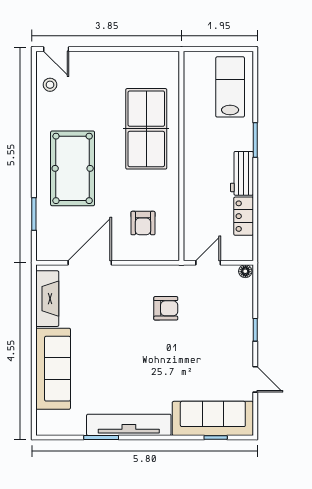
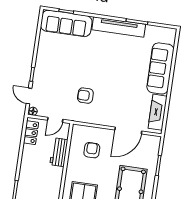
workbench: (242, 173) -> (59, 152), moved, turned 180
locker: (244, 216) -> (31, 133), moved
door: (255, 379) -> (29, 96), moved

